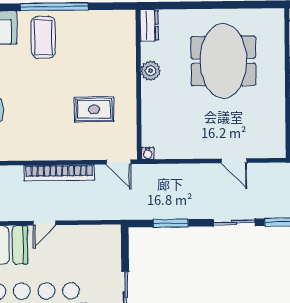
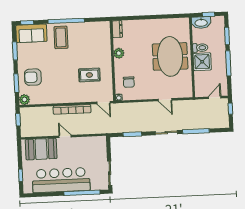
meeting table: (223, 61) -> (170, 56), moved
chair: (167, 125) -> (129, 82), added
door: (45, 223) -> (65, 136), swing flipped

